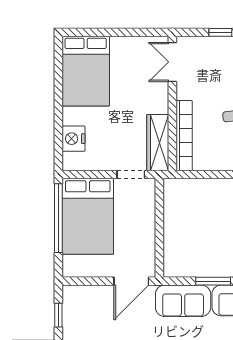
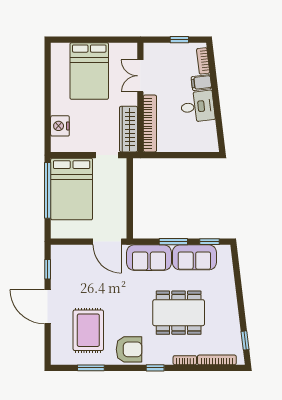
double door: (172, 62) -> (140, 76), moved
bed: (86, 71) -> (89, 71), moved
door: (131, 281) -> (107, 242), hinge flipped

